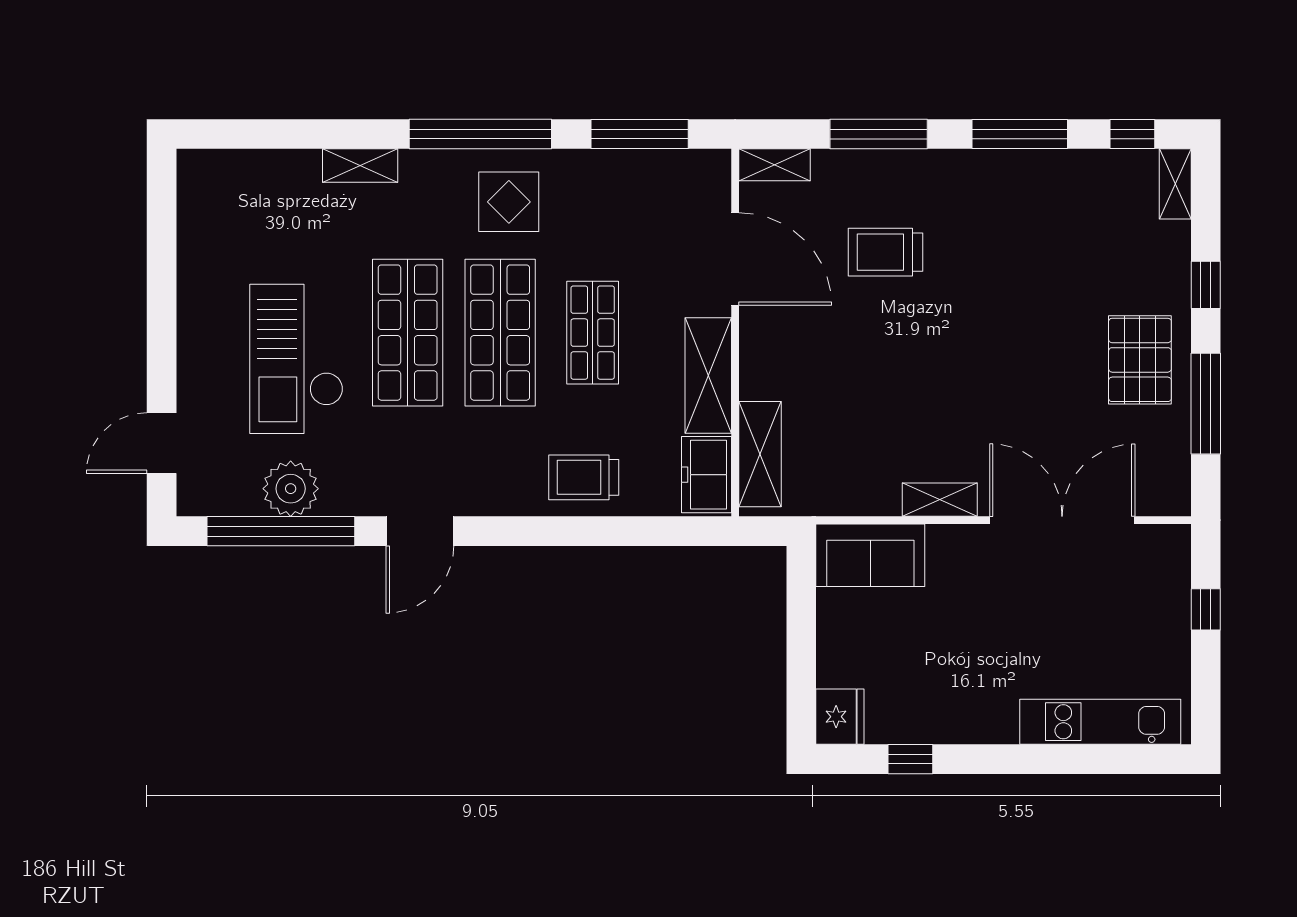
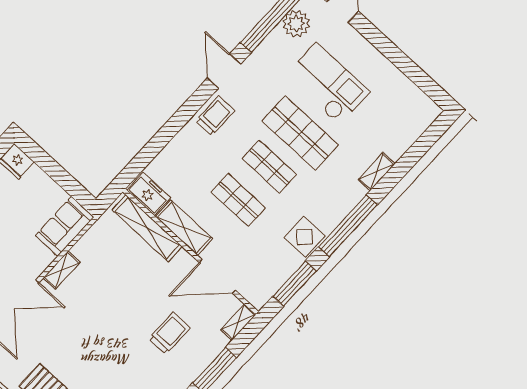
display table: (509, 202) -> (304, 237), moved
shop shelf: (500, 333) -> (269, 166), width x0.70, depth x0.74
shelving: (760, 454) -> (147, 228), width x1.47
trolley: (584, 477) -> (215, 116), moved
plant: (291, 489) -> (296, 24), moved

